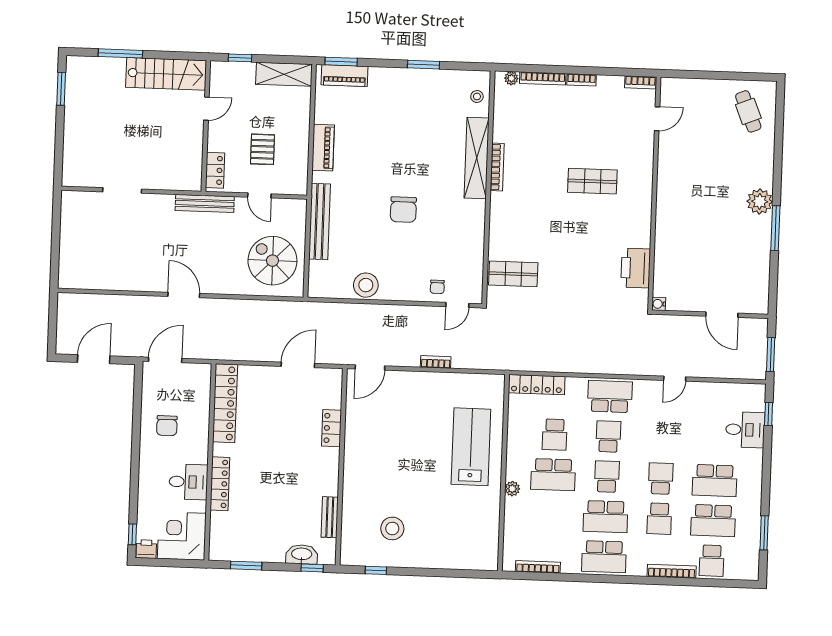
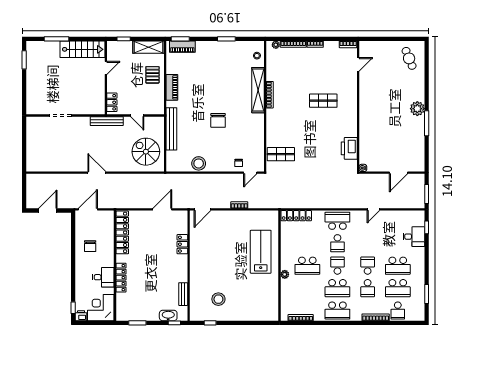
pallet: (262, 149) -> (152, 75), moved
door: (722, 315) -> (398, 173), hinge flipped
school desk: (555, 435) -> (307, 243), removed
school desk: (608, 437) -> (337, 243), turned 180

